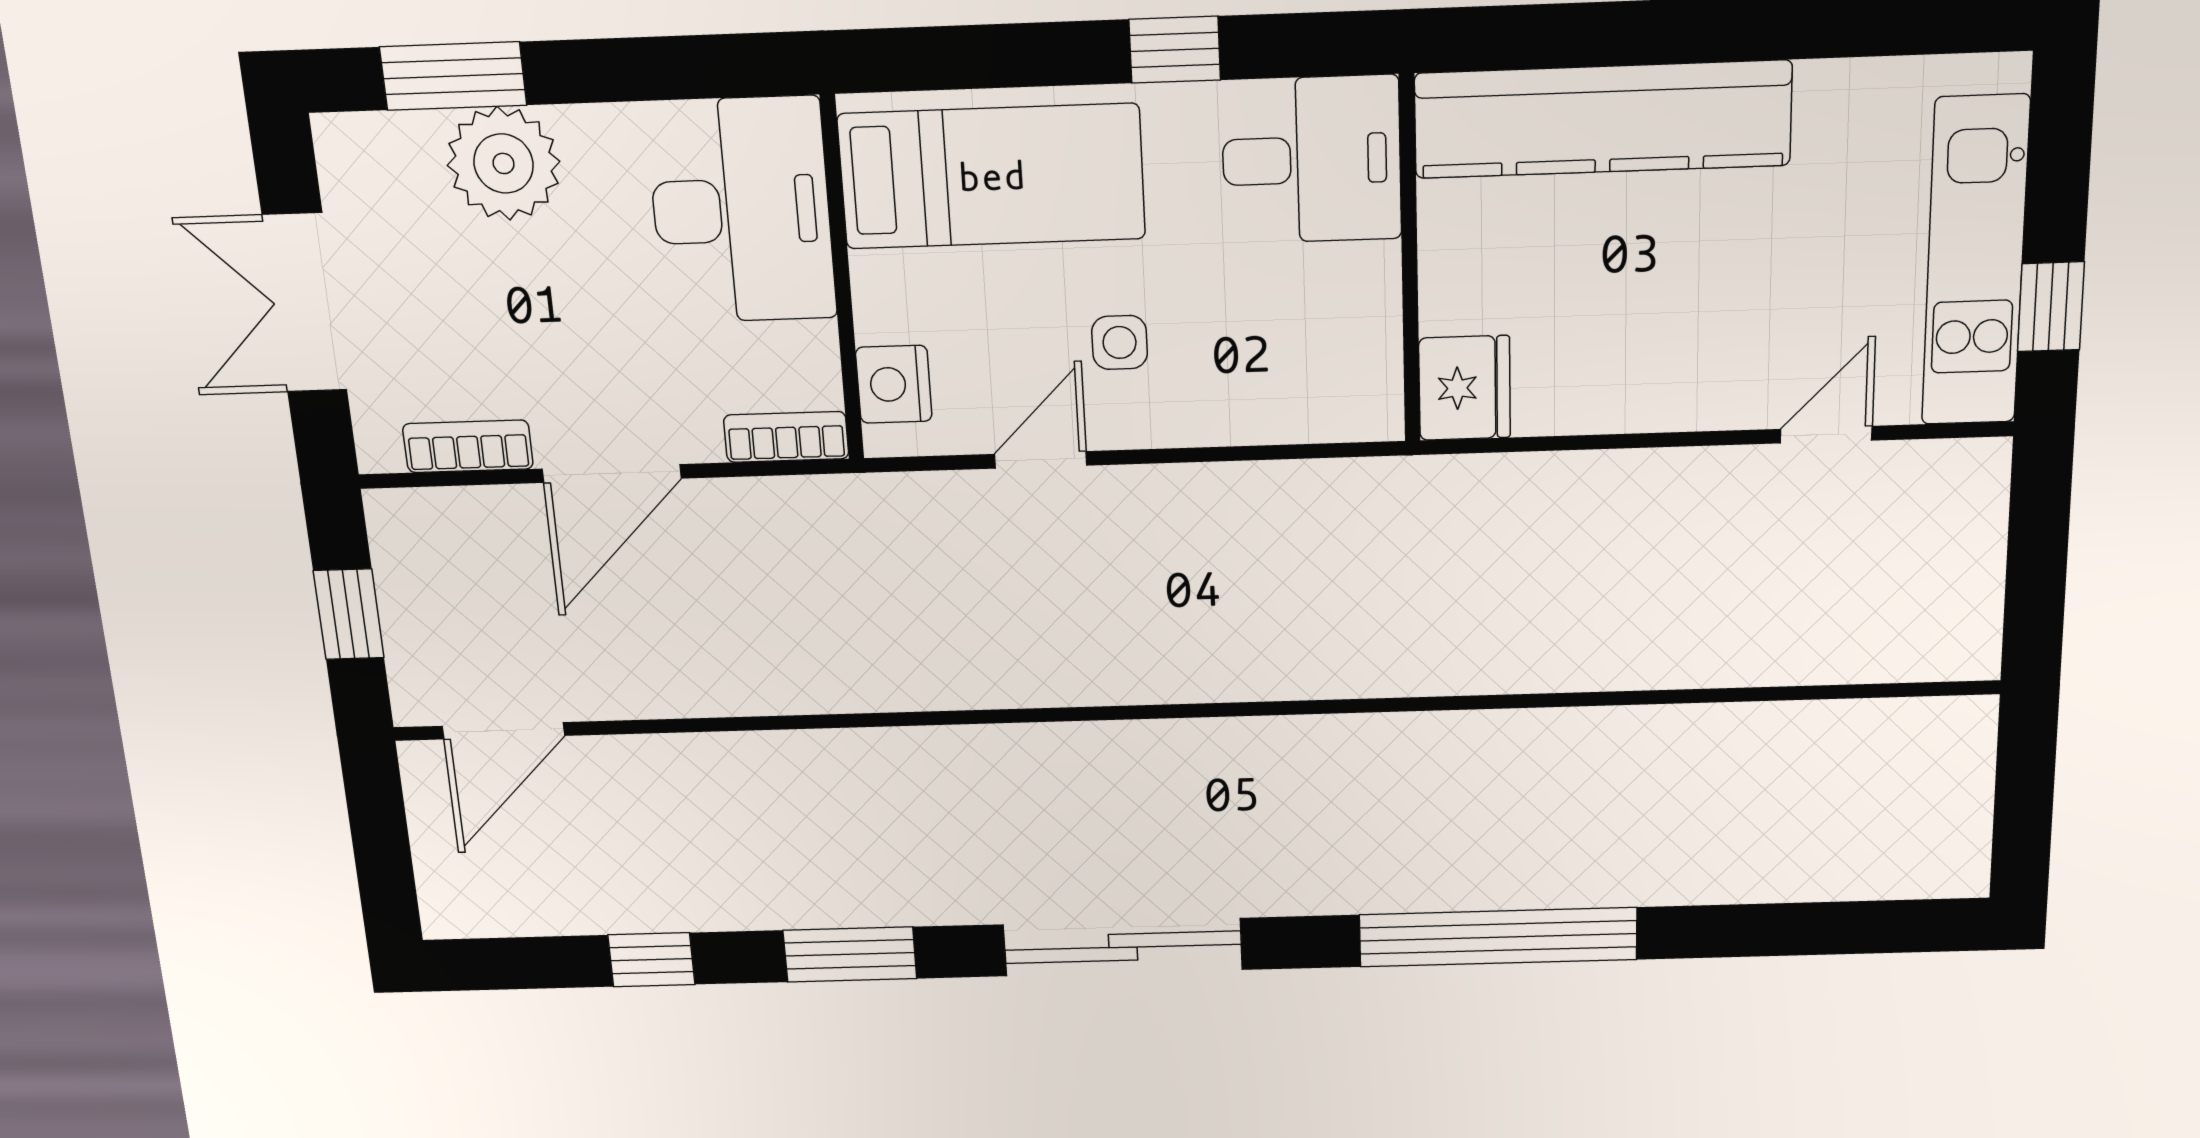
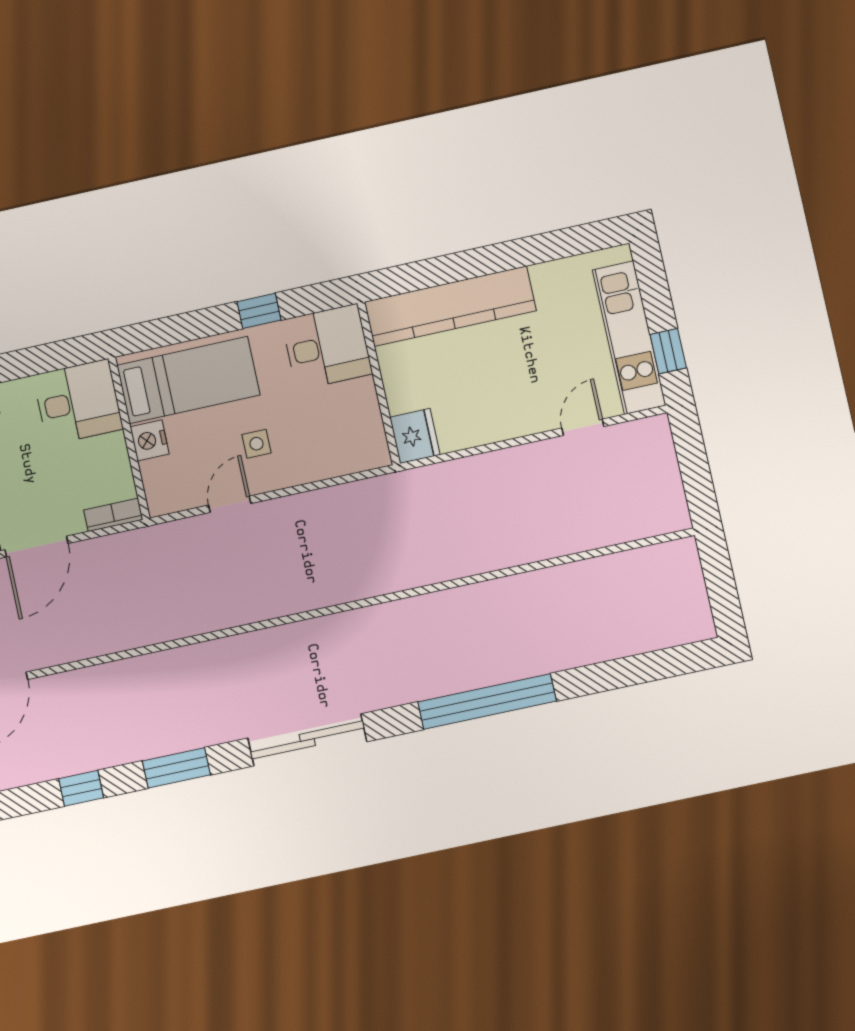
desk: (741, 210) -> (78, 402), width x0.73
nightstand: (894, 384) -> (150, 440), moved

